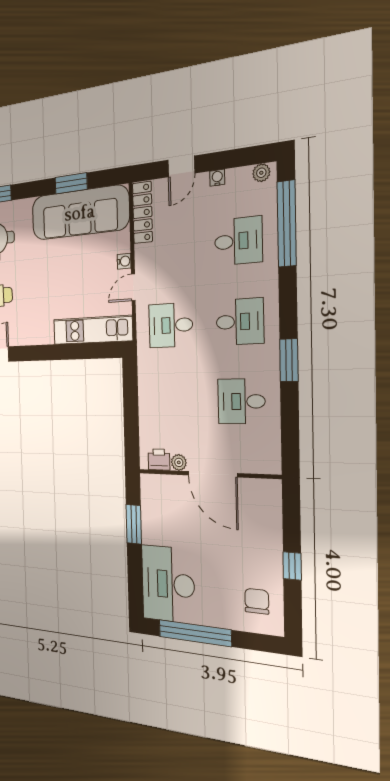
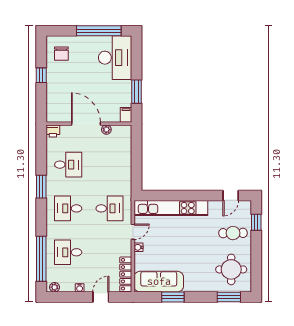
sofa: (80, 213) -> (159, 282), width x0.74, depth x0.79
kitchen unit: (92, 330) -> (171, 208), width x1.36
printer: (159, 459) -> (53, 131), moved
filing cabinet: (149, 486) -> (126, 115), added

